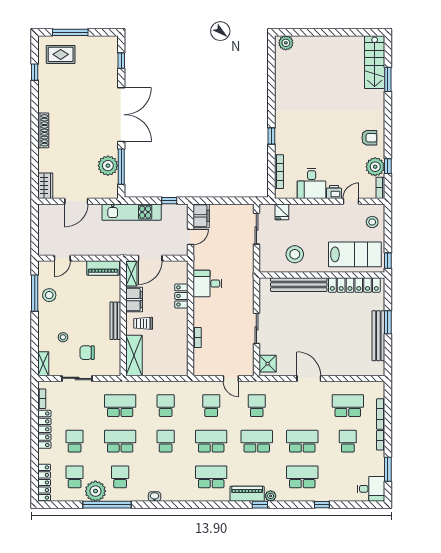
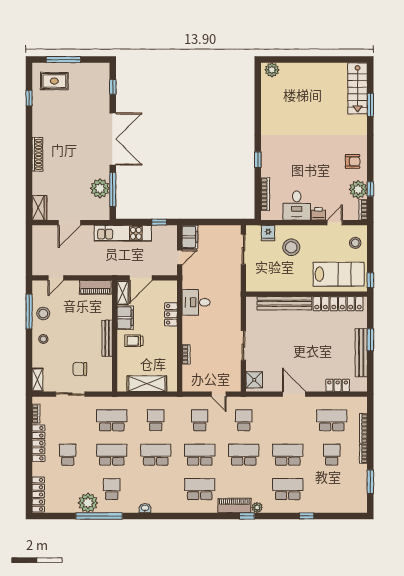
stool: (295, 254) -> (291, 247), moved
stool: (63, 337) -> (43, 339), moved
shelving: (134, 355) -> (147, 384), moved, turned 90
locker: (354, 369) -> (338, 385), added
school desk: (166, 441) -> (156, 455), width x1.85
school desk: (75, 477) -> (68, 489), removed
desk: (371, 489) -> (354, 501), removed

